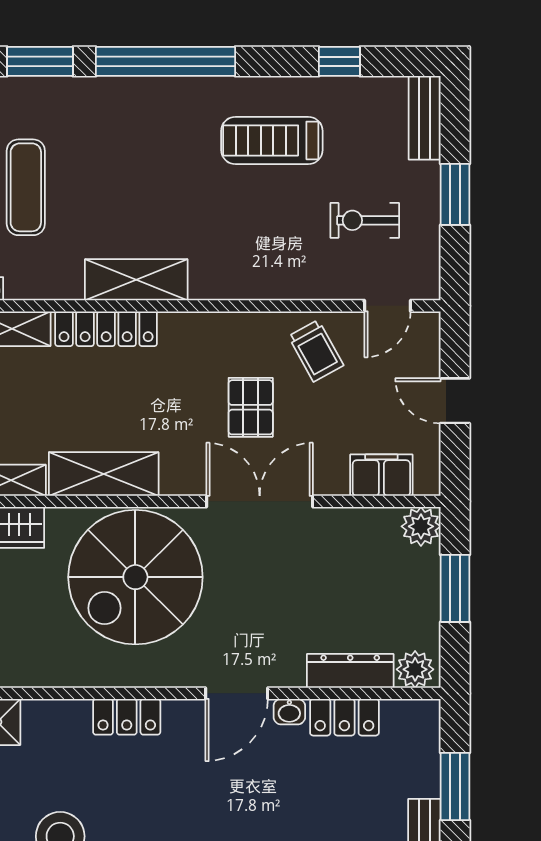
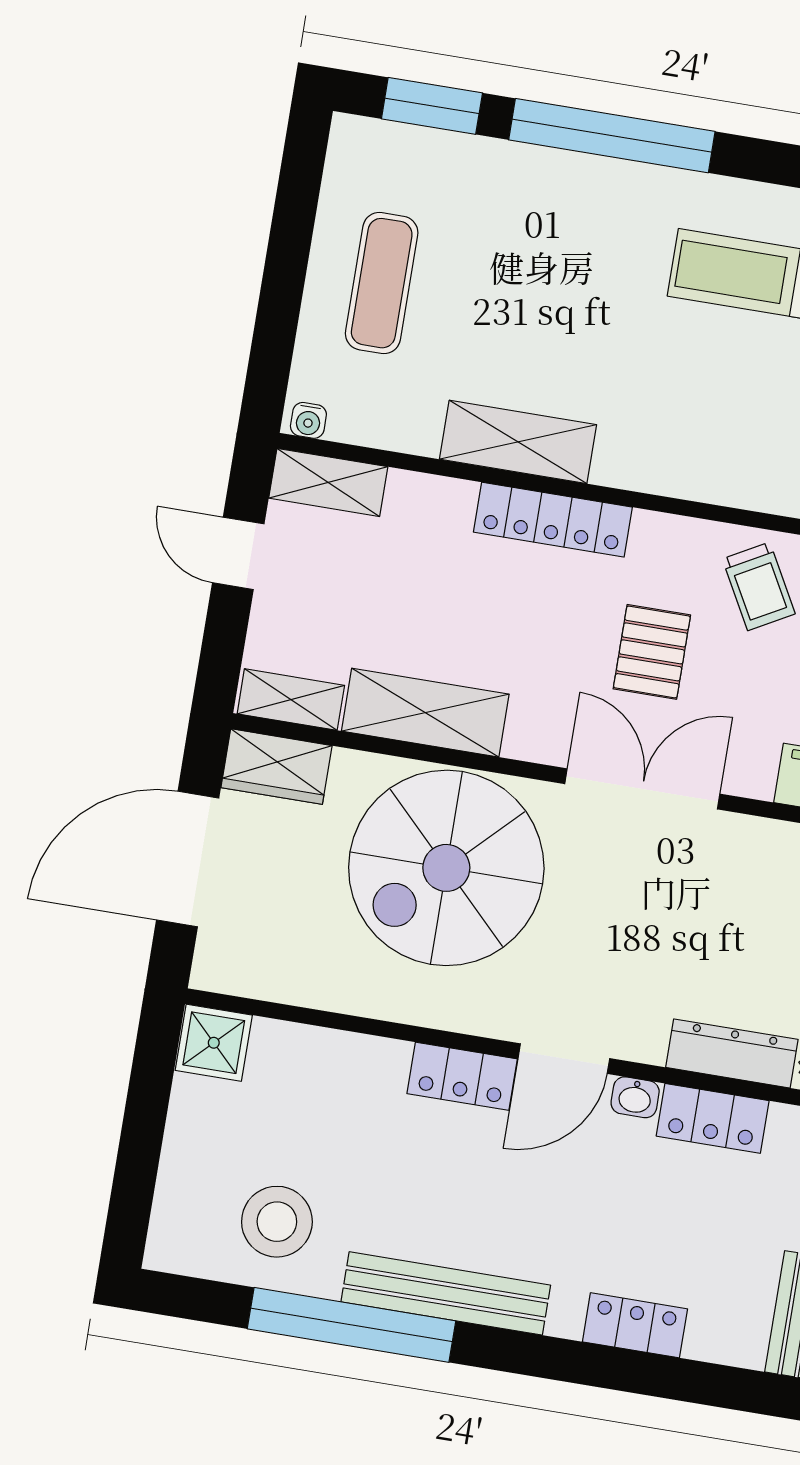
locker: (106, 329) -> (553, 520), moved
locker: (127, 717) -> (462, 1076), moved

